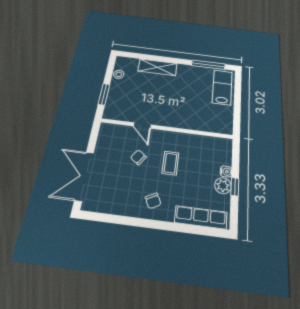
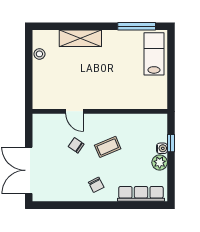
window: (104, 94) -> (29, 81), removed
coffee table: (170, 163) -> (108, 147), turned 67
window: (235, 187) -> (171, 143), moved

